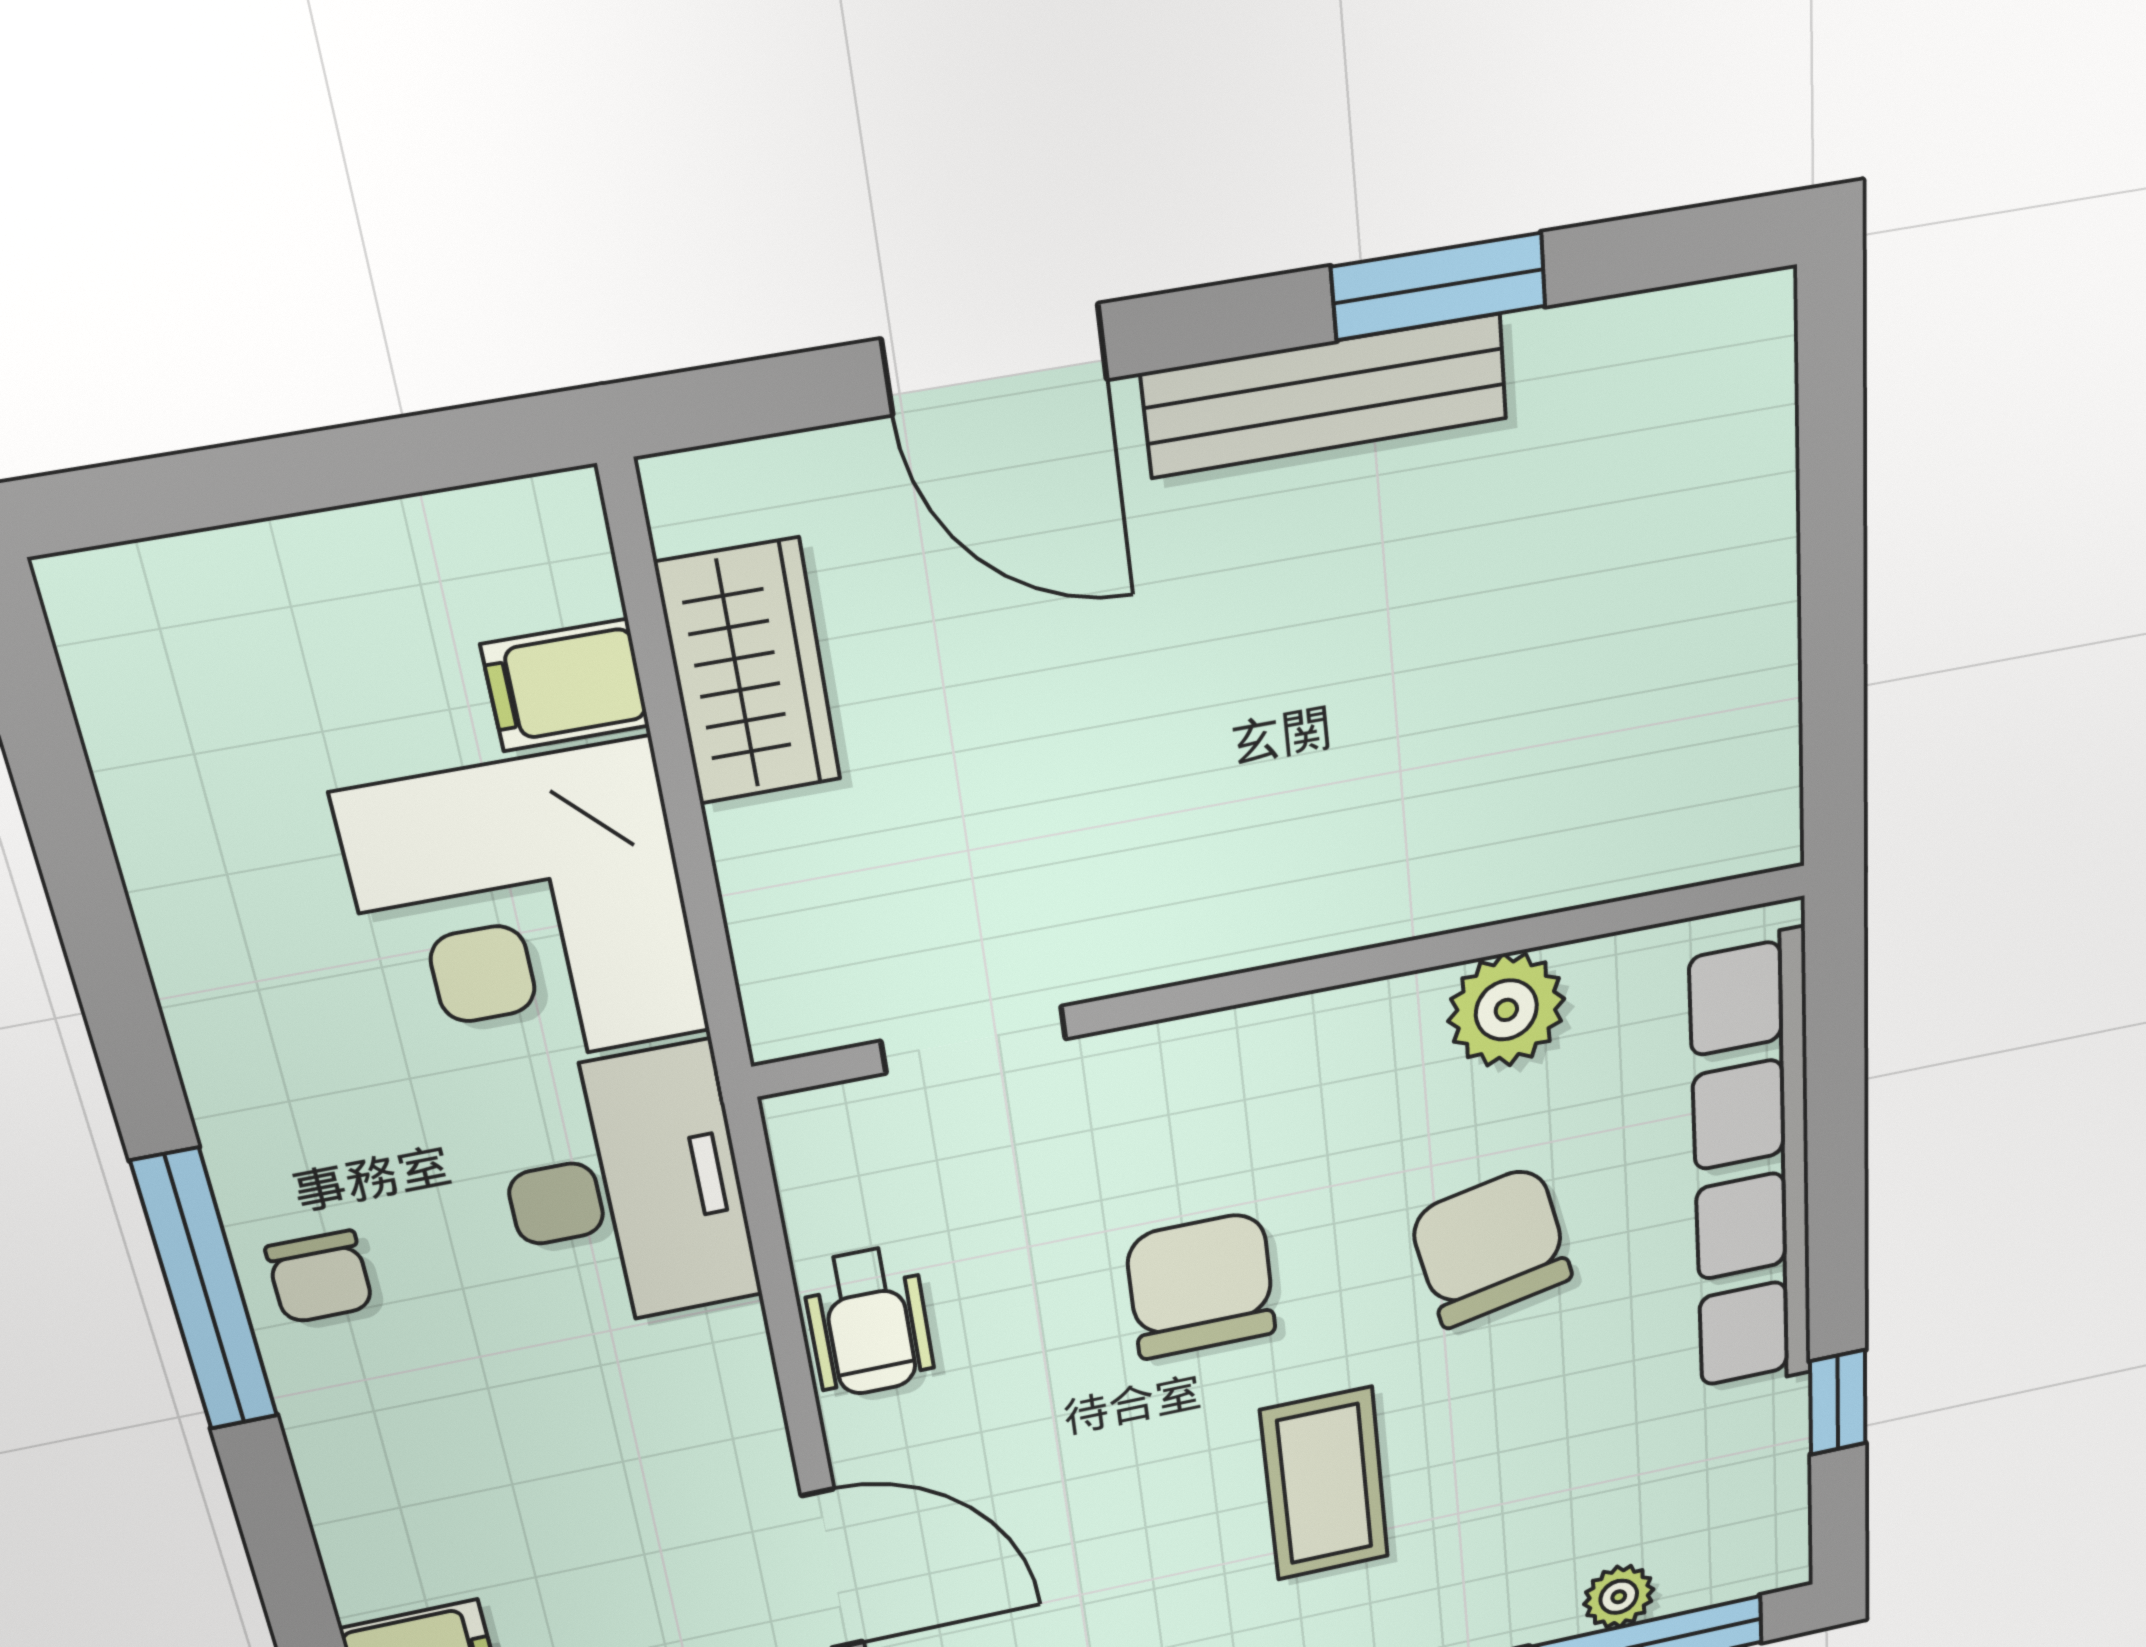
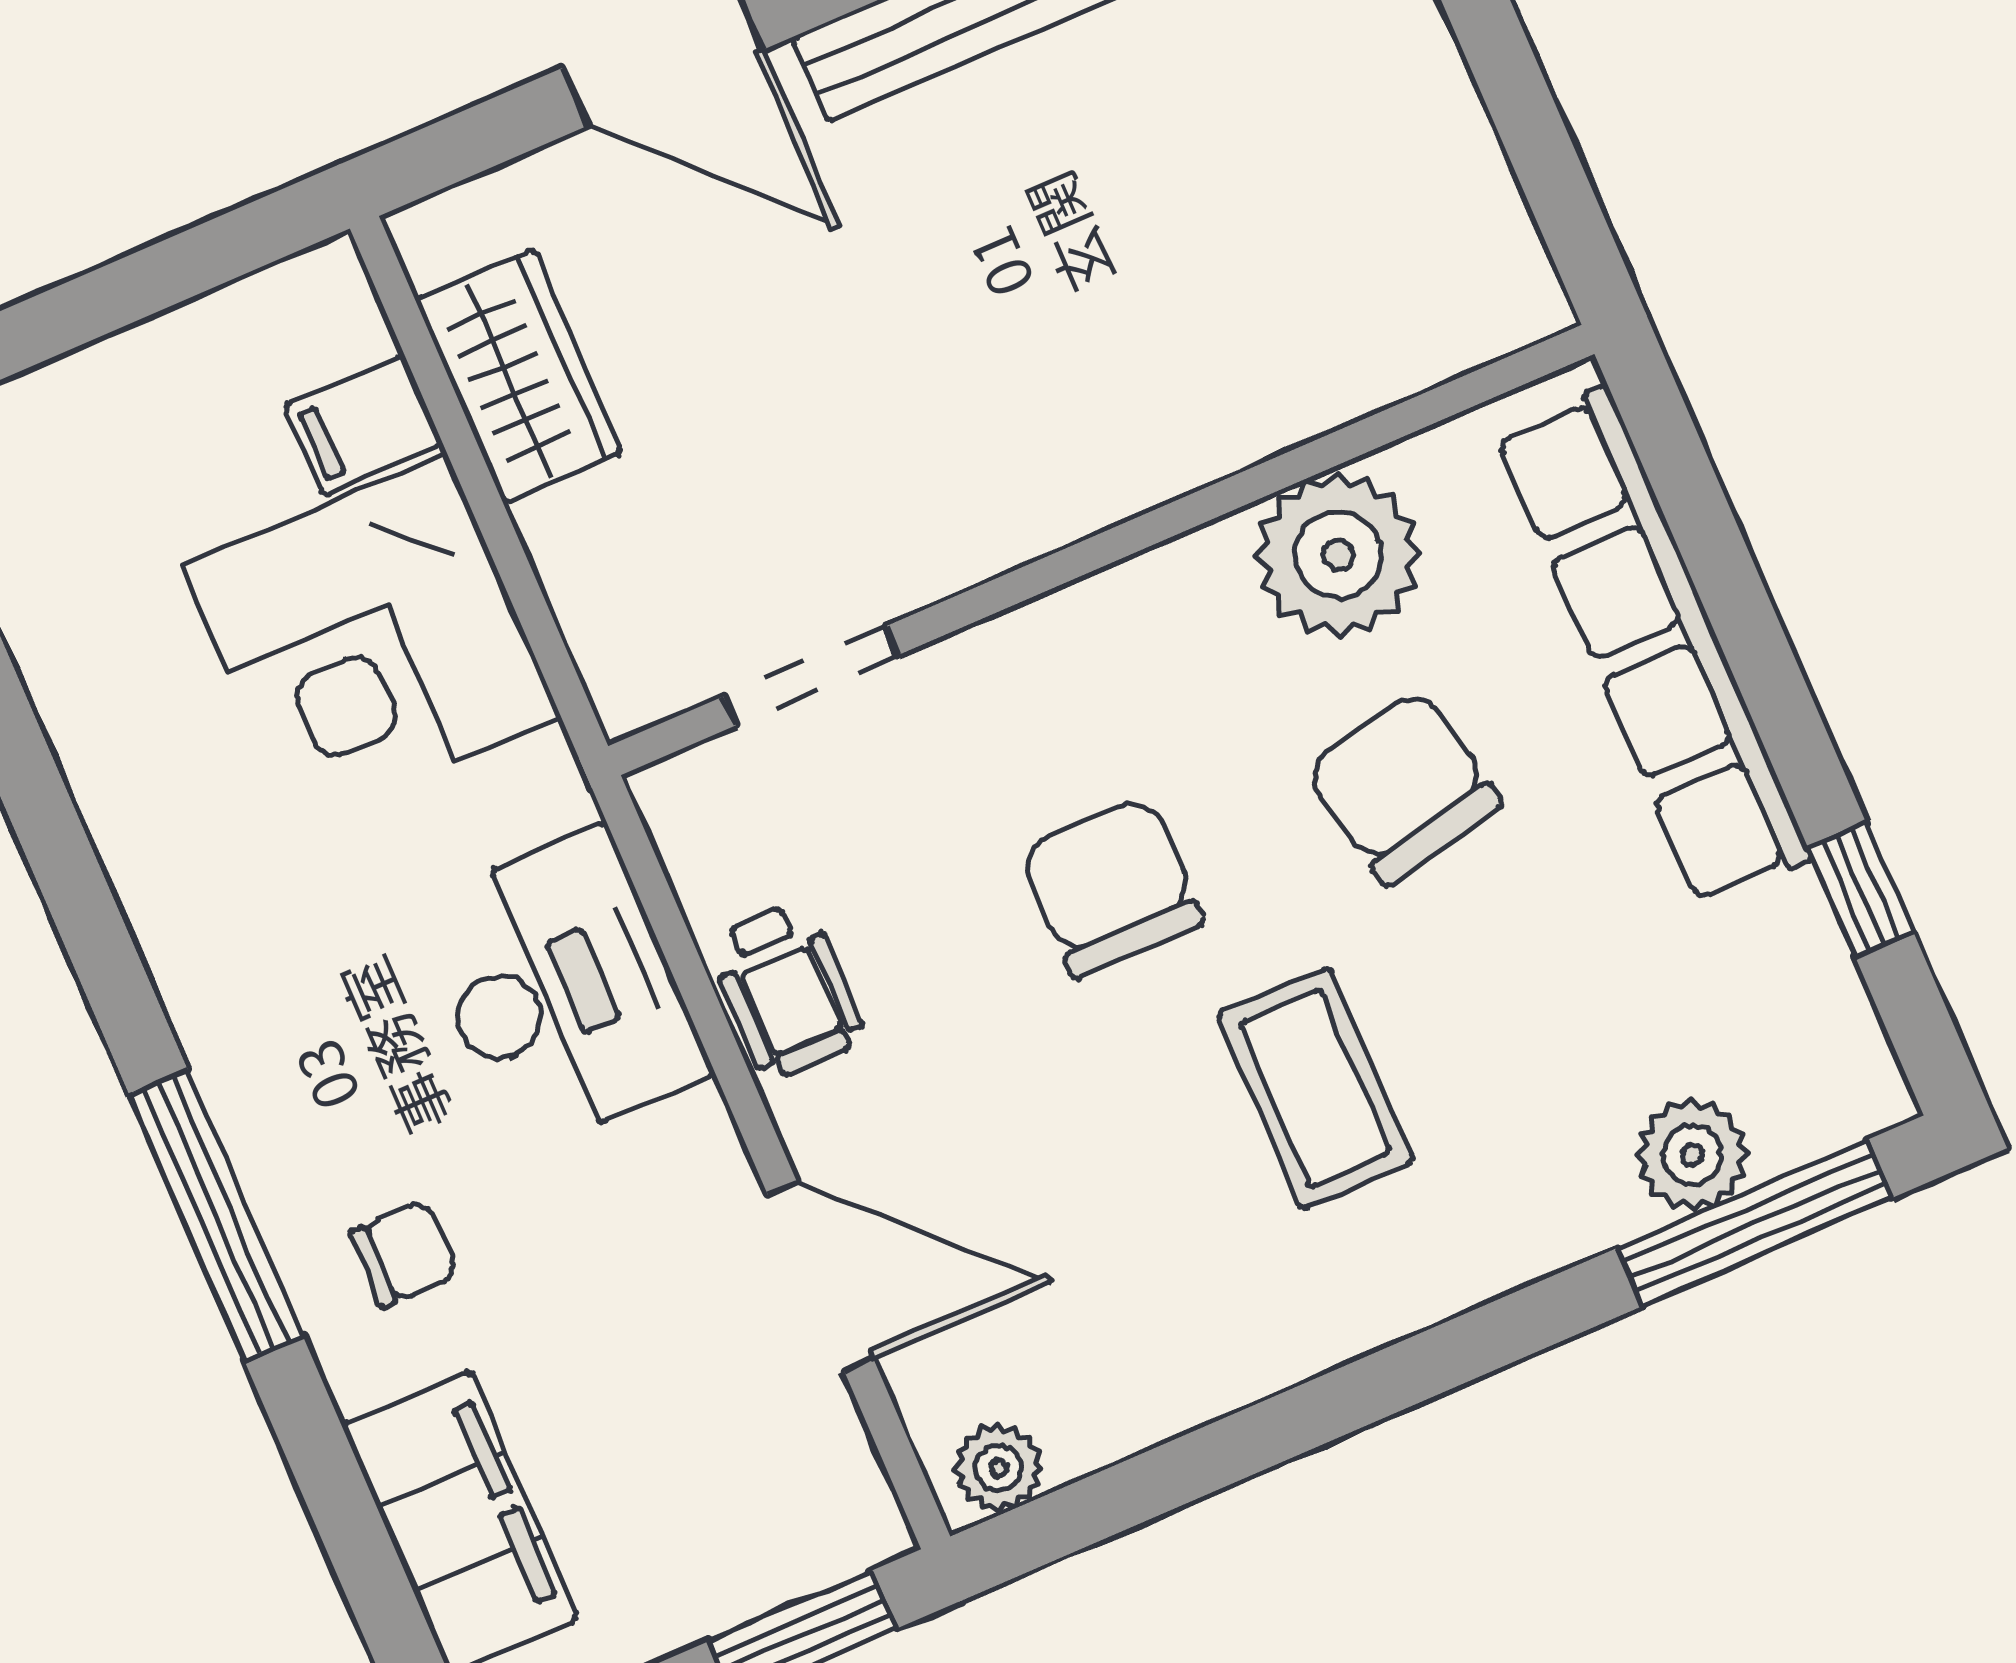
plant: (1506, 1010) -> (1338, 555), width x1.36, depth x1.36
desk: (626, 1190) -> (561, 990), moved
chair: (320, 1277) -> (404, 1254), moved, turned -90
window: (205, 1291) -> (216, 1215), moved
plant: (1619, 1597) -> (1692, 1155), width x1.38, depth x1.38

